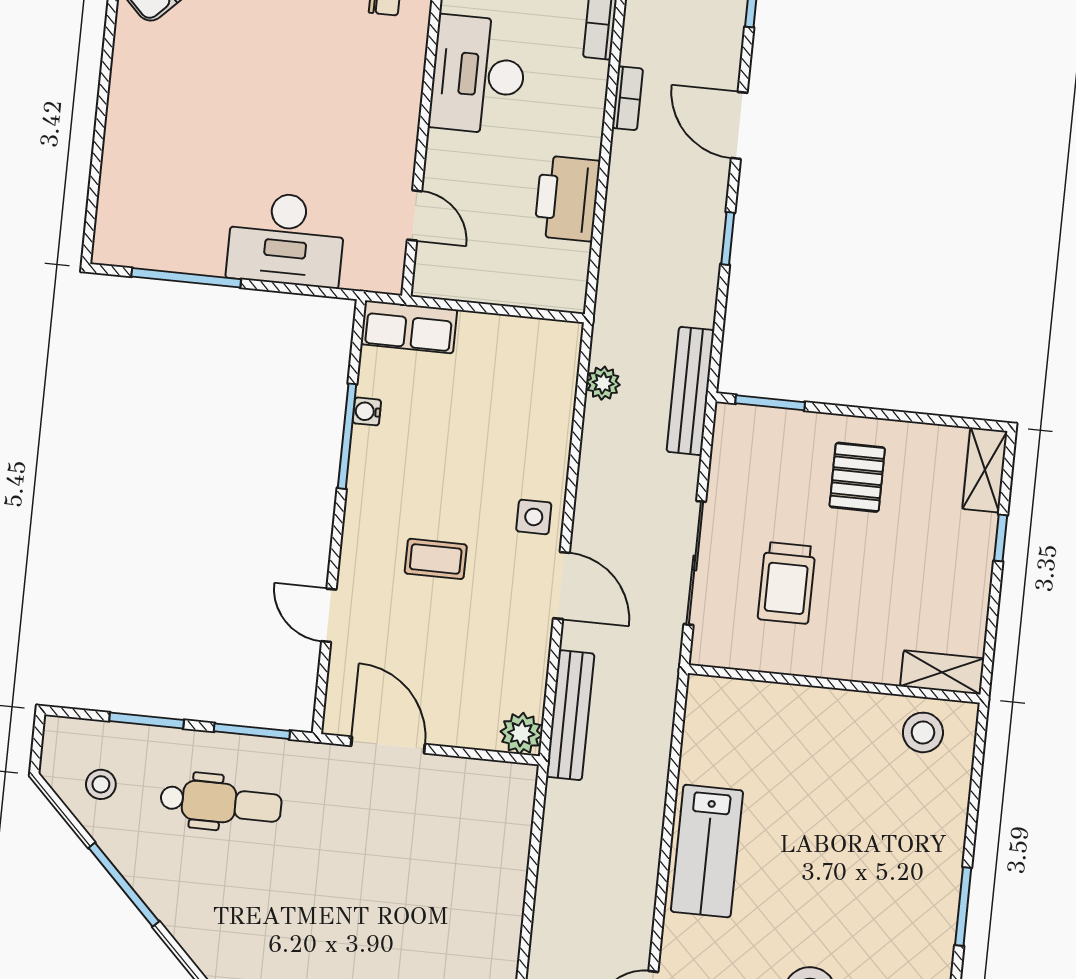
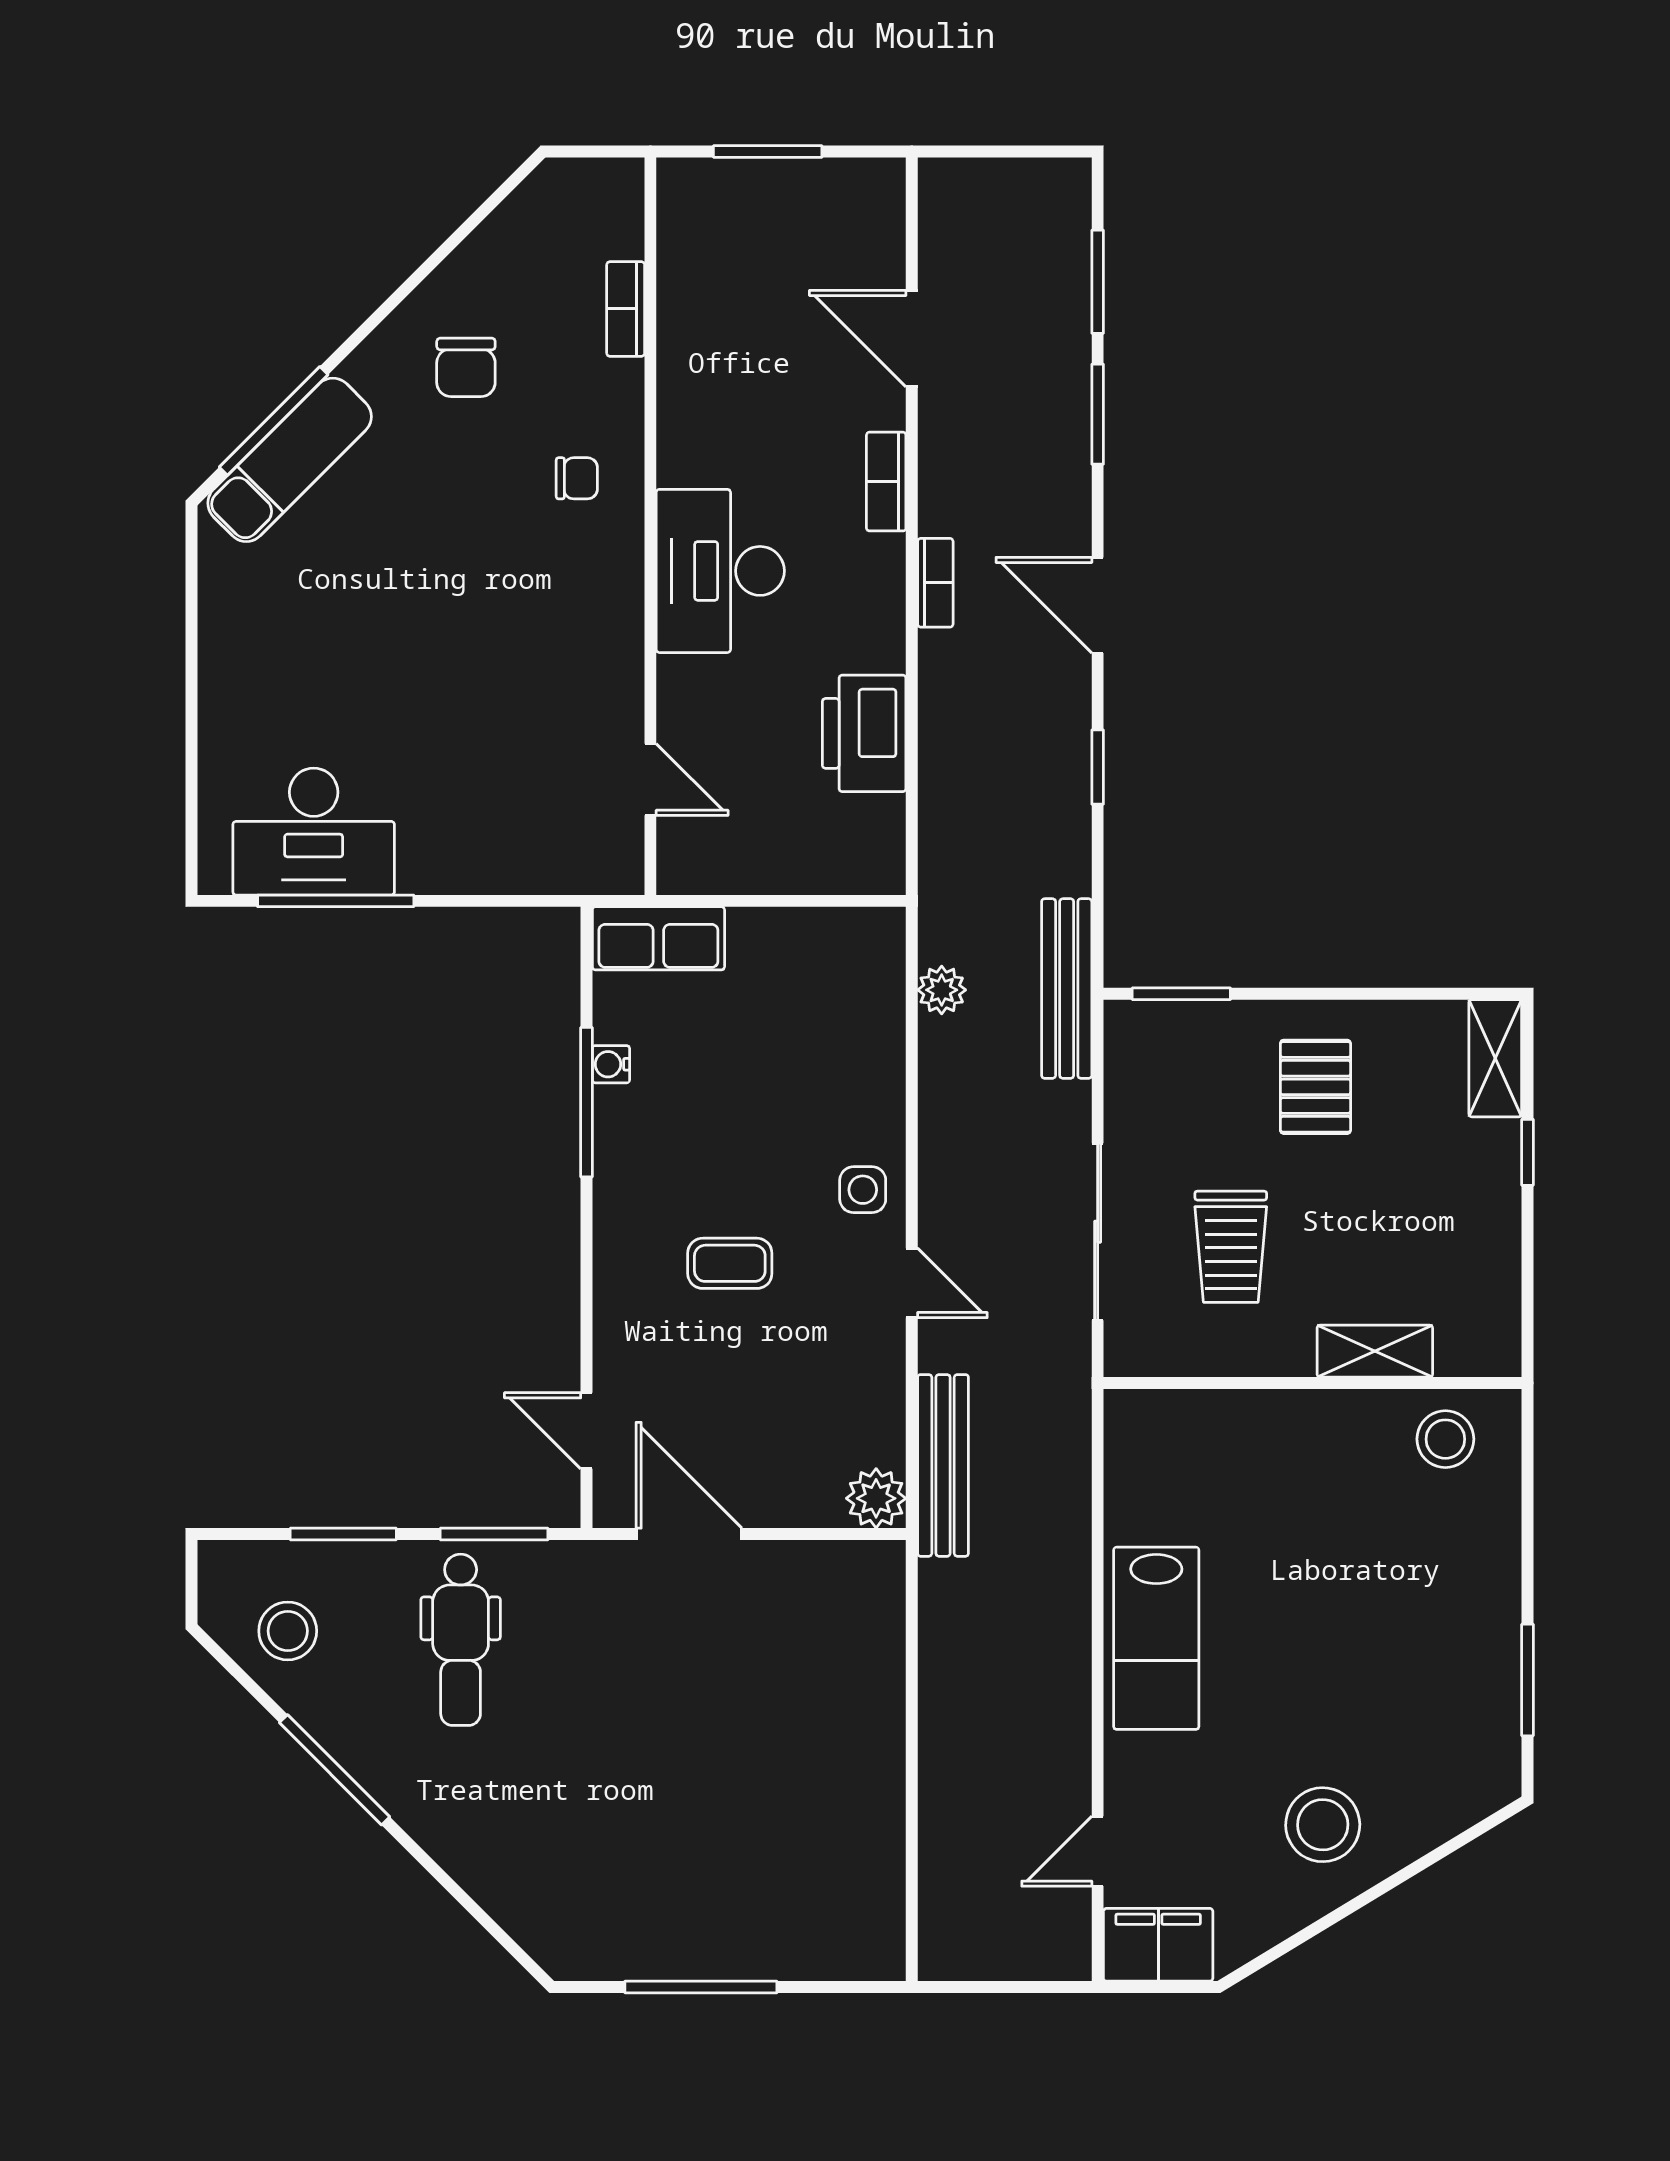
desk: (286, 239) -> (314, 832), moved
door: (561, 586) -> (912, 1283), width x0.73
door: (329, 615) -> (586, 1431), moved
shelving: (942, 672) -> (1375, 1351), moved
stool: (101, 784) -> (288, 1631), width x1.37, depth x1.37
dental chair: (221, 803) -> (461, 1640), turned 90

